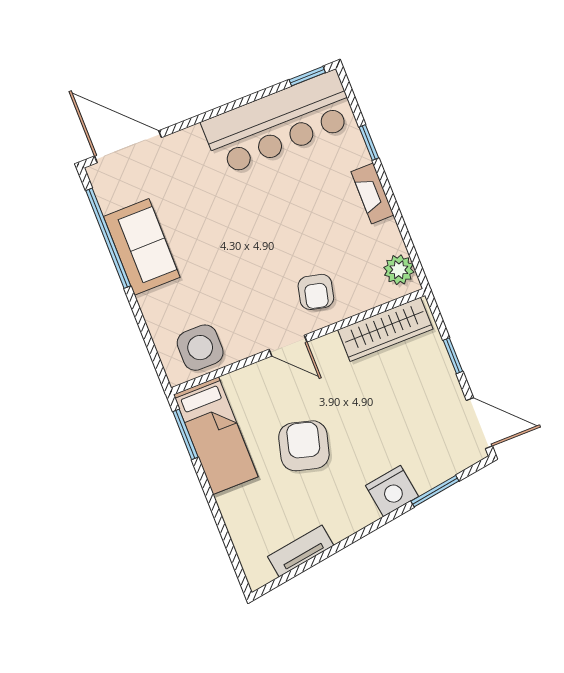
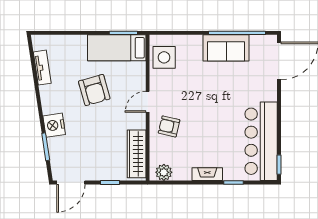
armchair: (304, 446) -> (94, 90), turned 59

